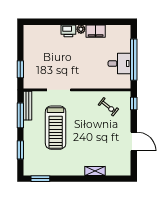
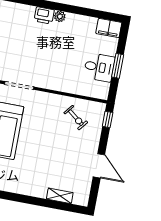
filing cabinet: (96, 31) -> (109, 28), moved
window: (134, 60) -> (118, 66), width x0.47
shelving: (95, 171) -> (60, 196), moved

